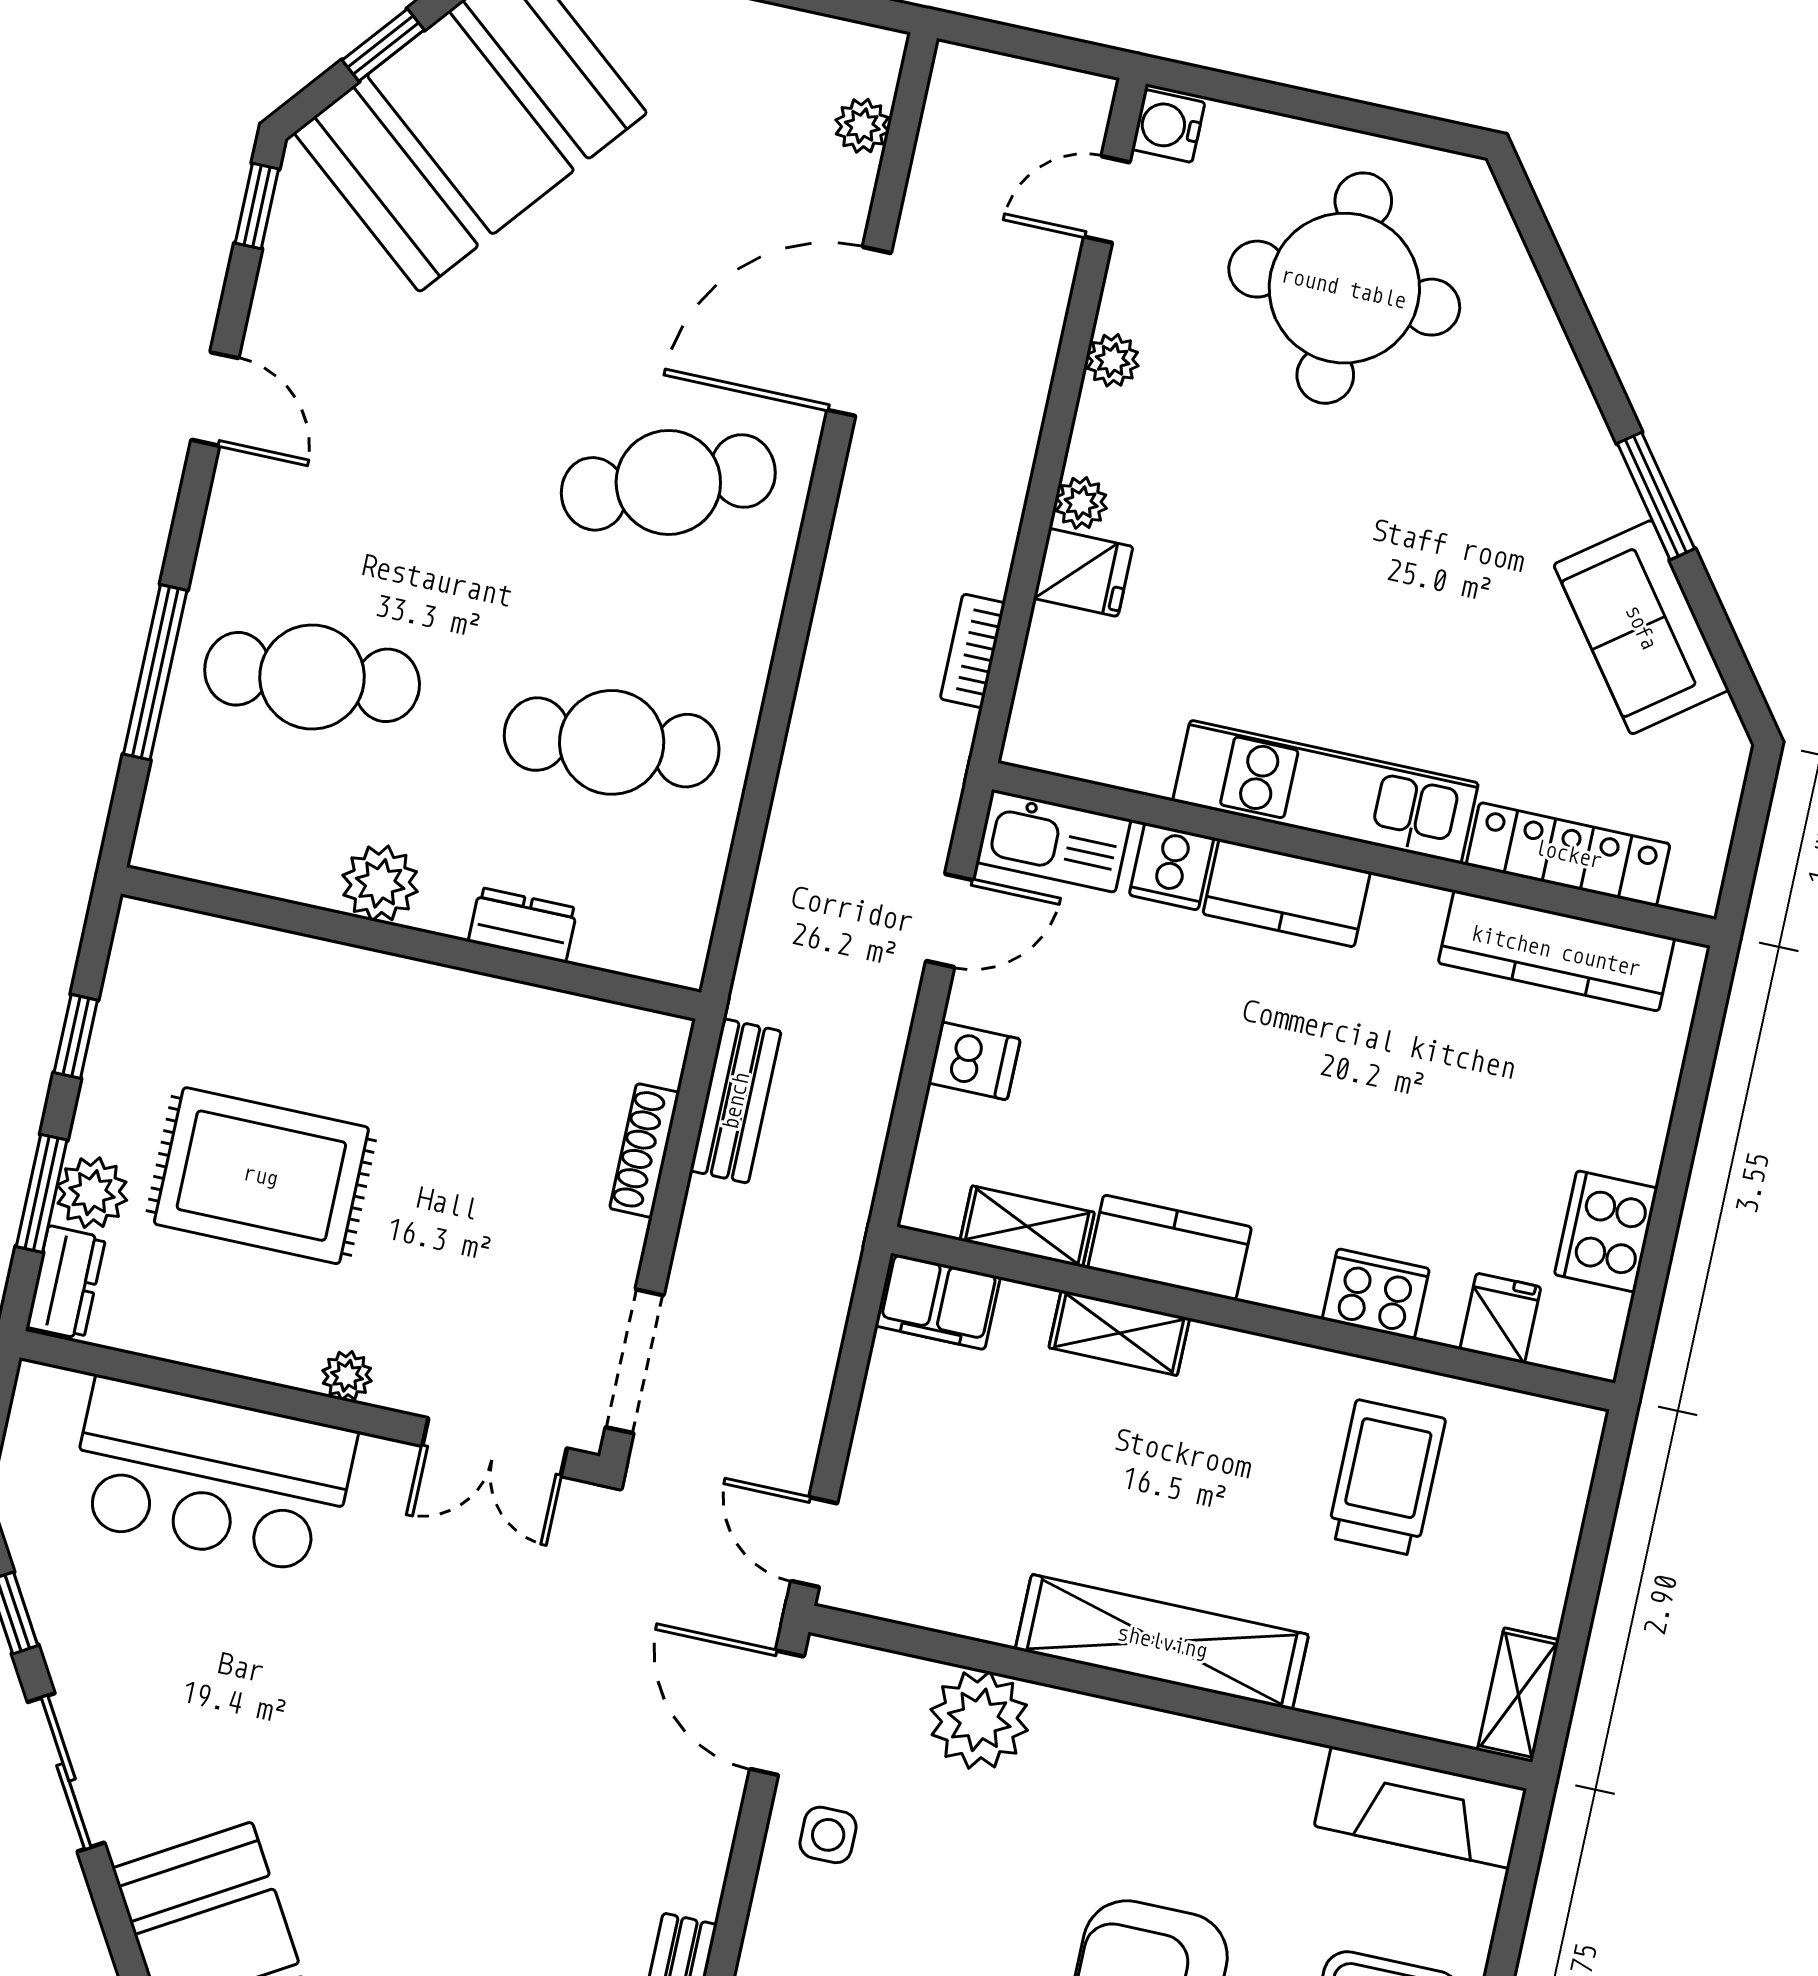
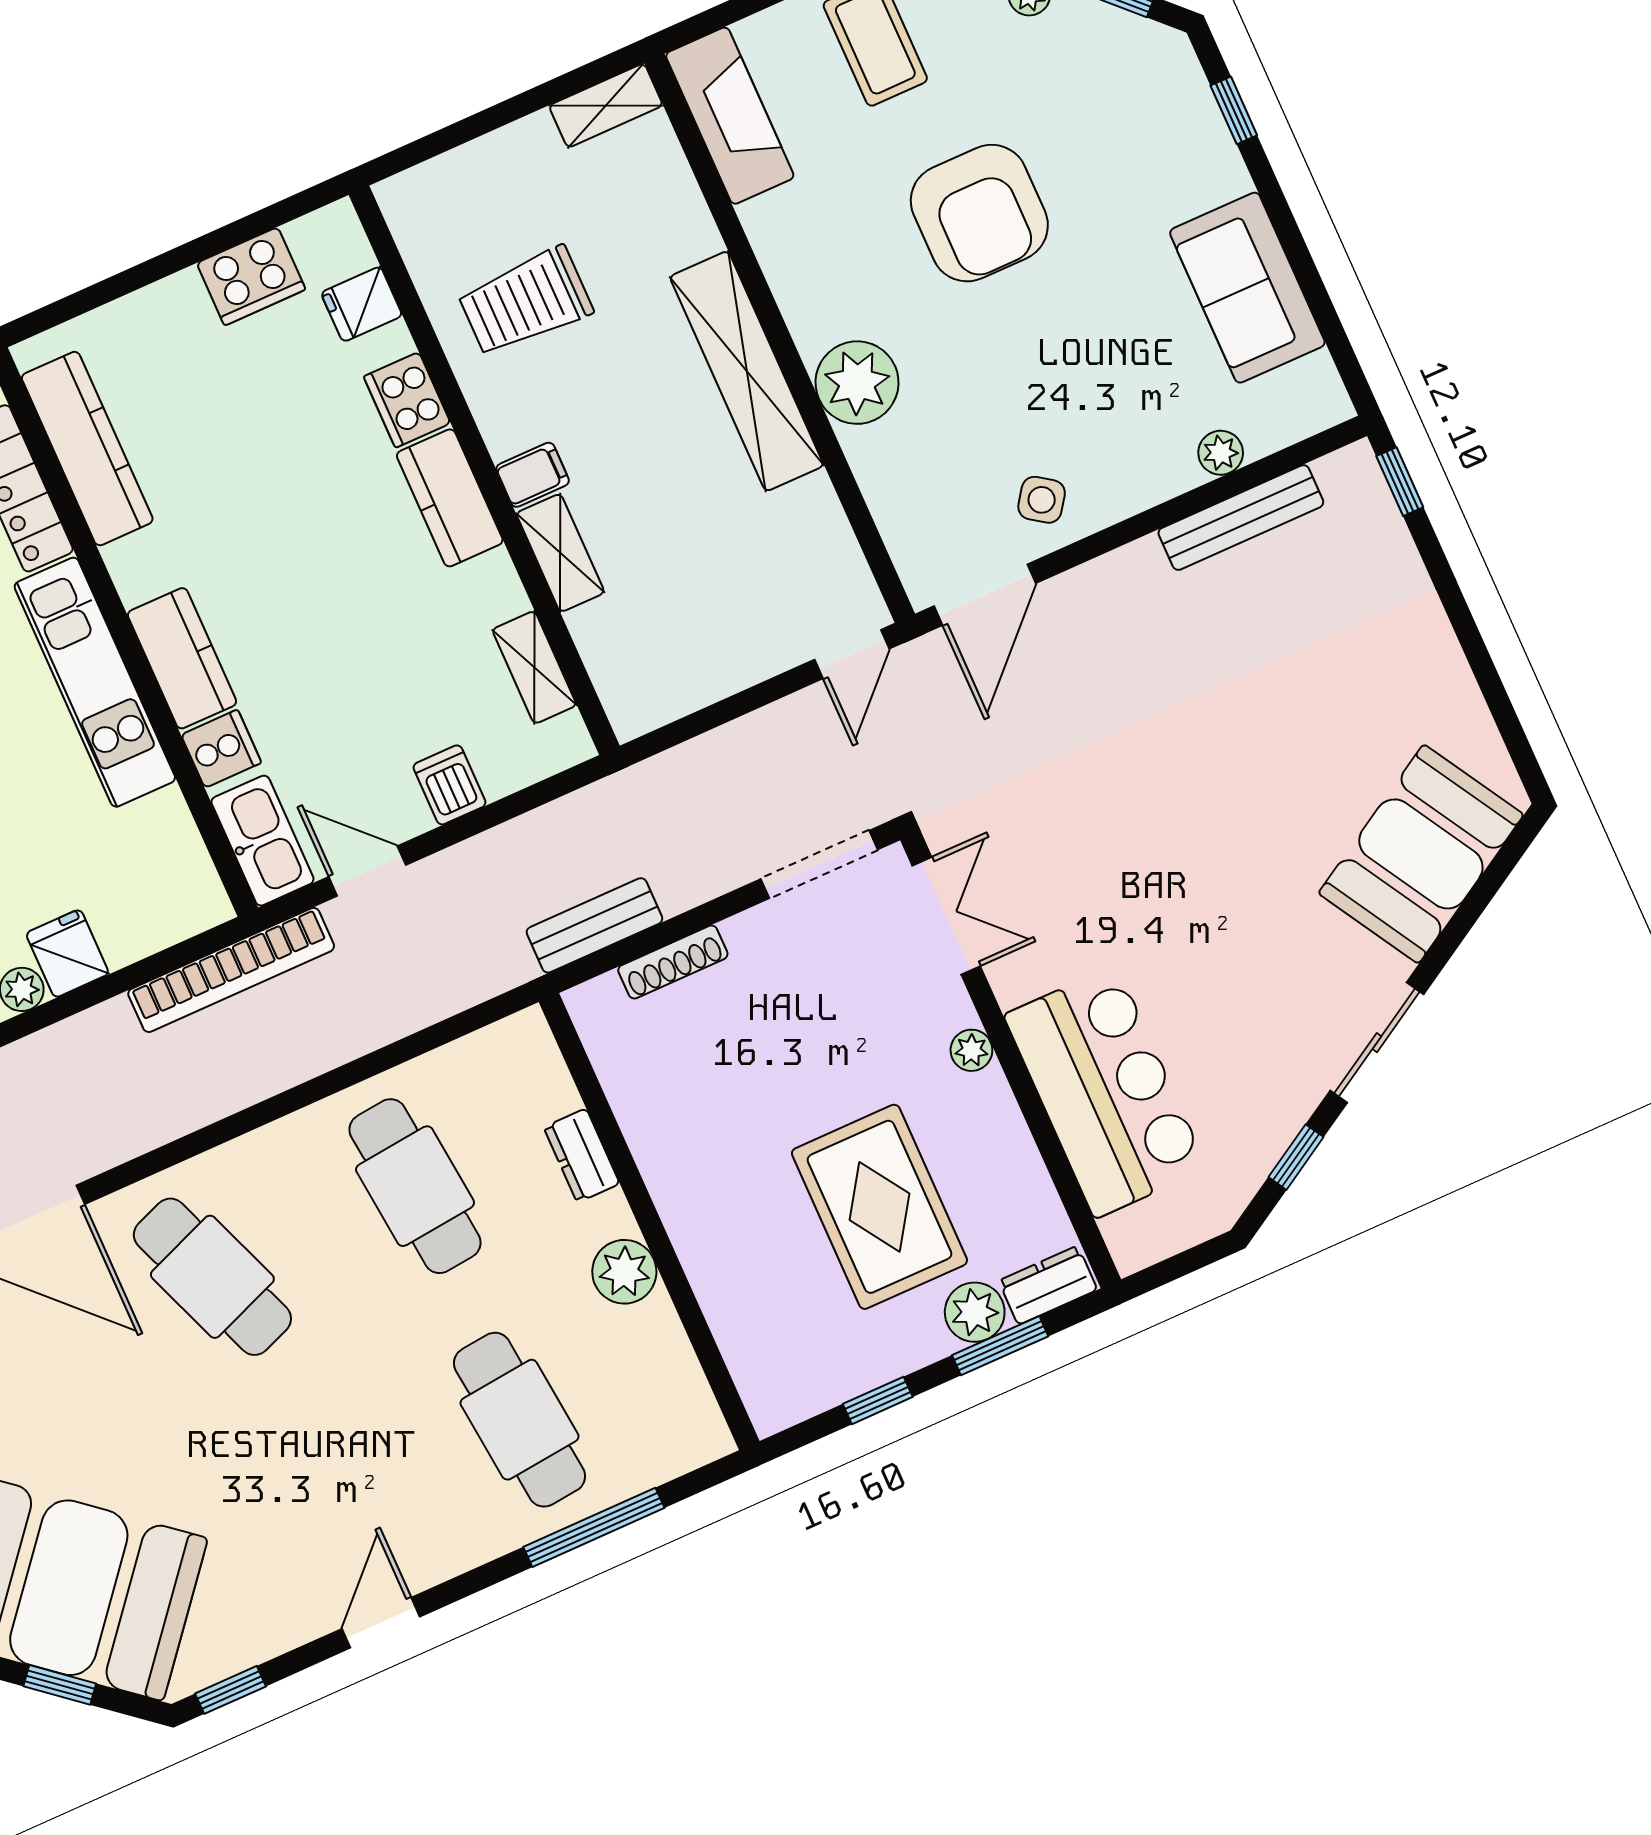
bookcase: (973, 651) -> (231, 970), width x2.31, depth x1.31
kitchen counter: (1170, 1248) -> (450, 498), moved
filing cabinet: (938, 1301) -> (533, 475), moved, width x0.50
plant: (979, 1720) -> (857, 383), moved
side table: (828, 1835) -> (1042, 500), turned 35

